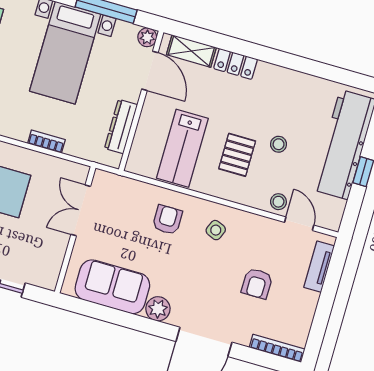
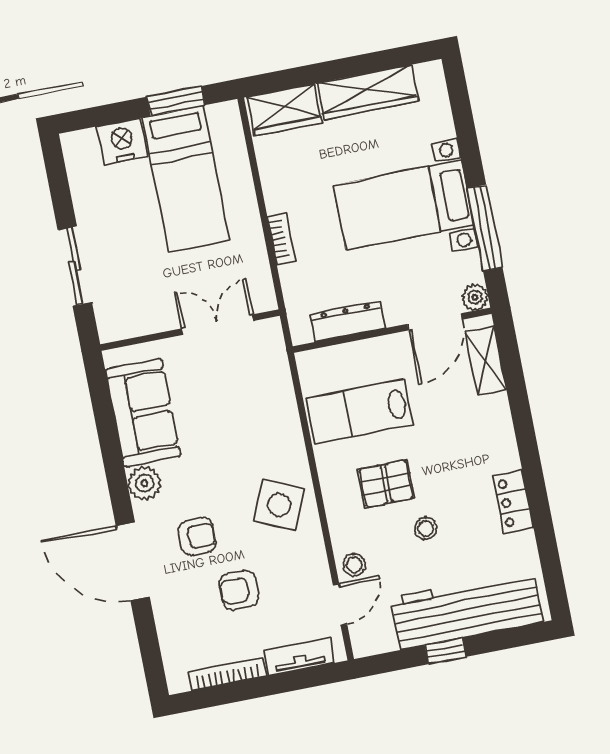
locker: (236, 64) -> (513, 502), moved
armchair: (167, 220) -> (197, 536), moved
side table: (216, 230) -> (279, 505), width x1.87, depth x1.87
bookcase: (277, 348) -> (227, 674), moved, turned -90

